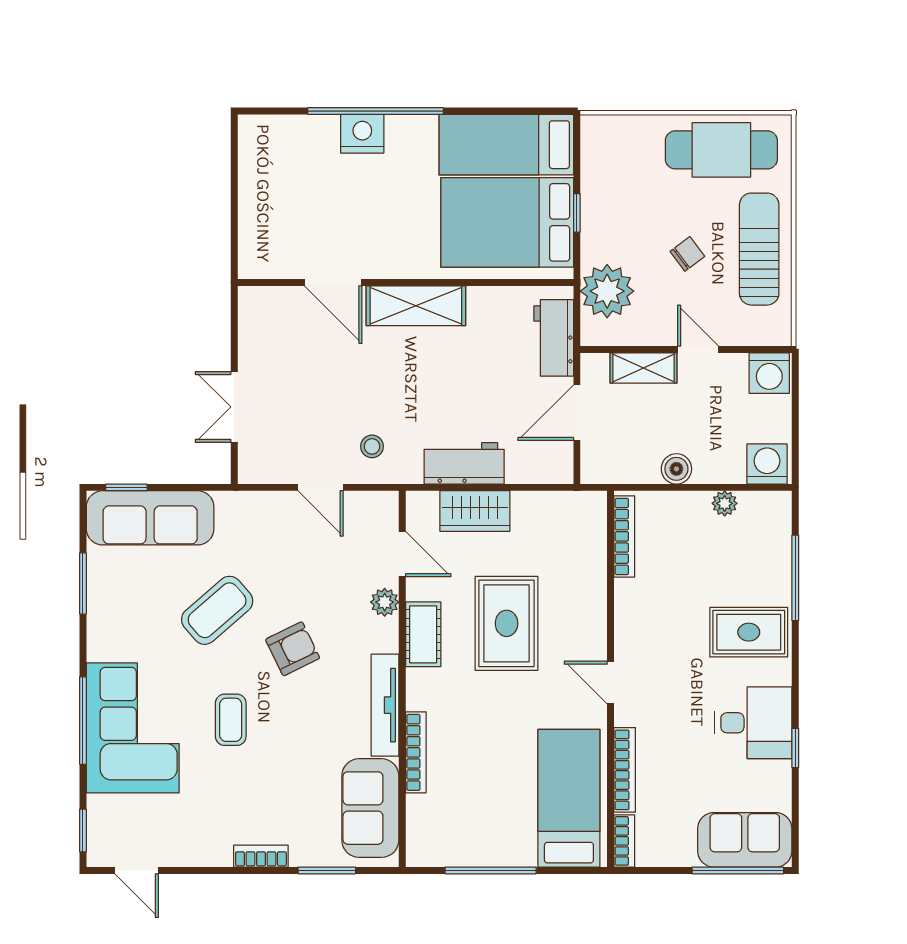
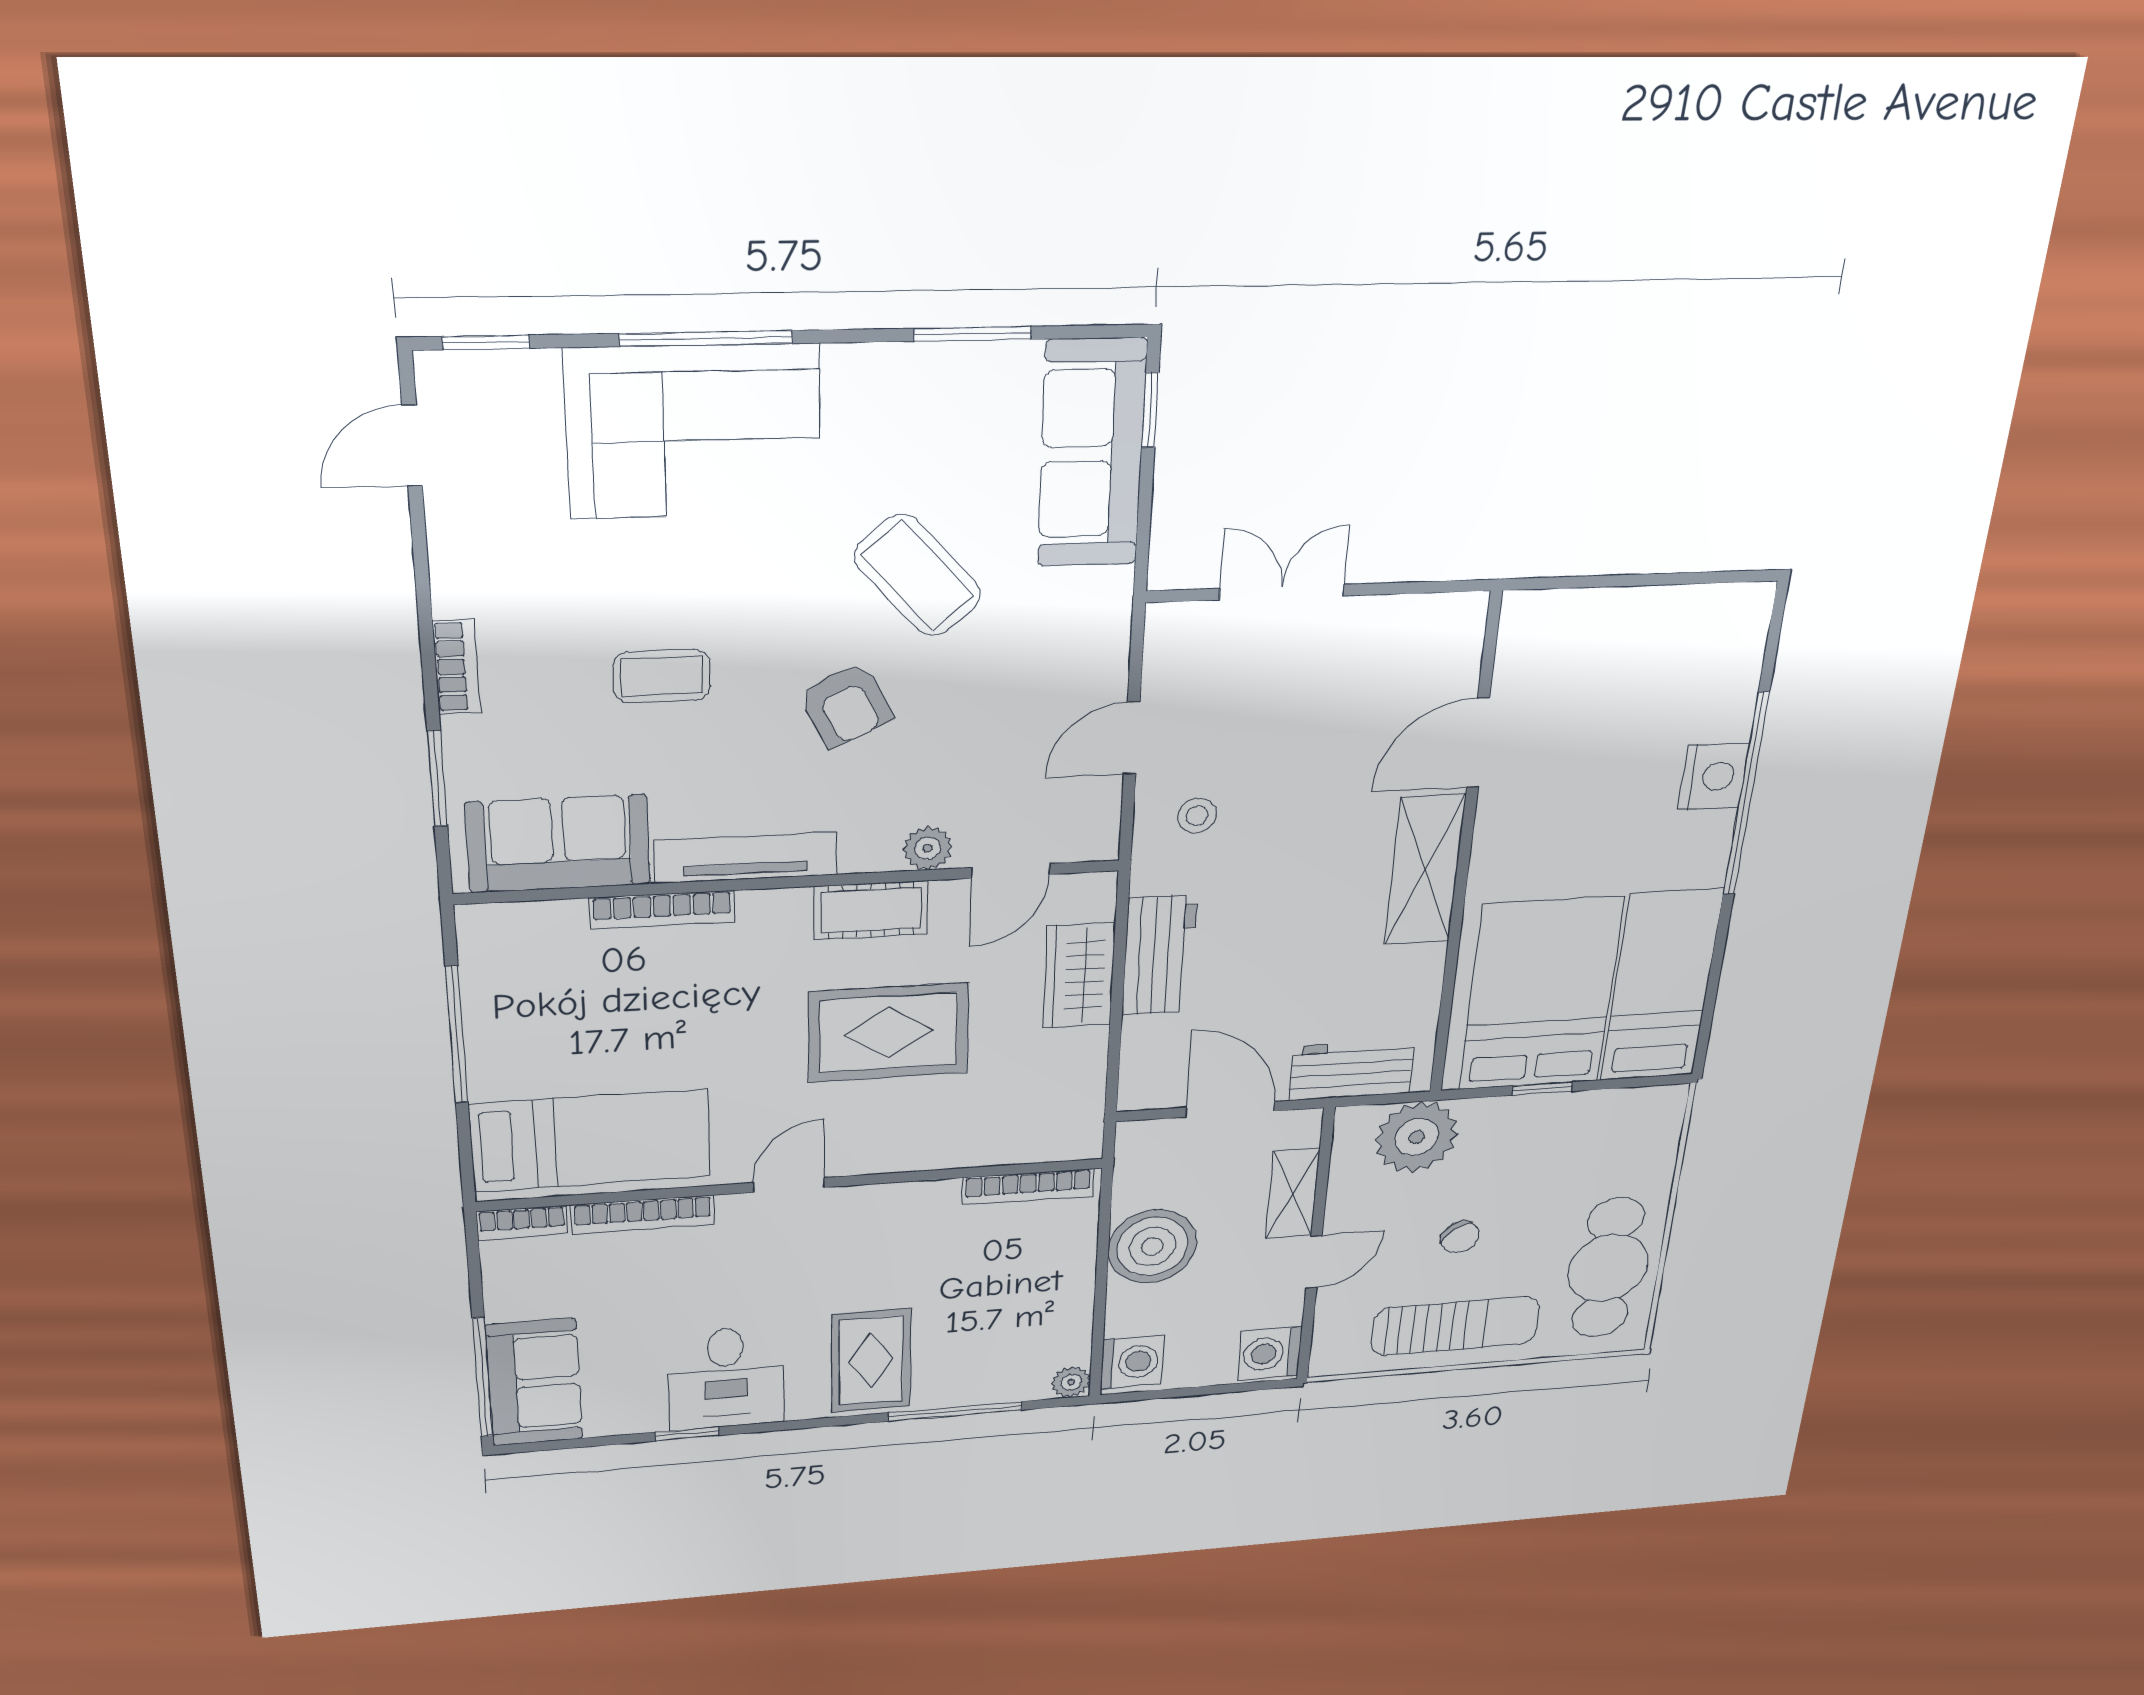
boiler: (676, 469) -> (1152, 1246), width x1.86, depth x1.86
plant: (725, 503) -> (1071, 1382), moved
coffee table: (231, 720) -> (662, 676), moved

